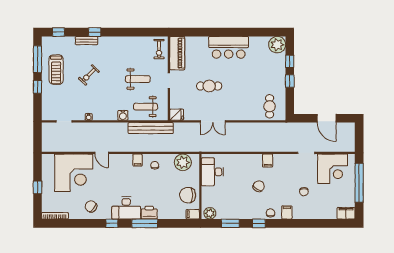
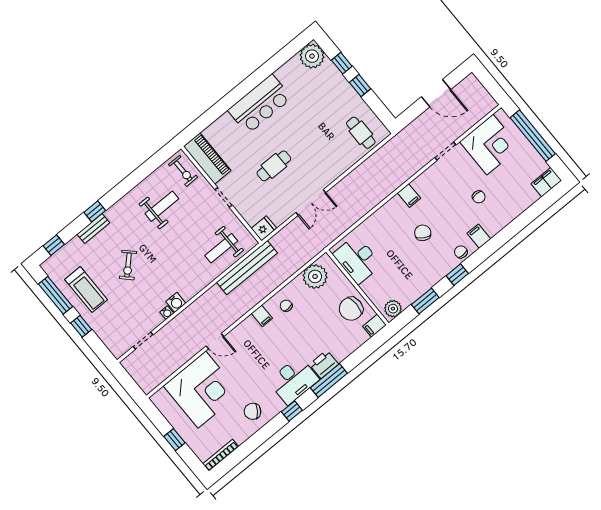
weight bench: (138, 79) -> (162, 206), moved
water cooler: (123, 115) -> (176, 302), moved

